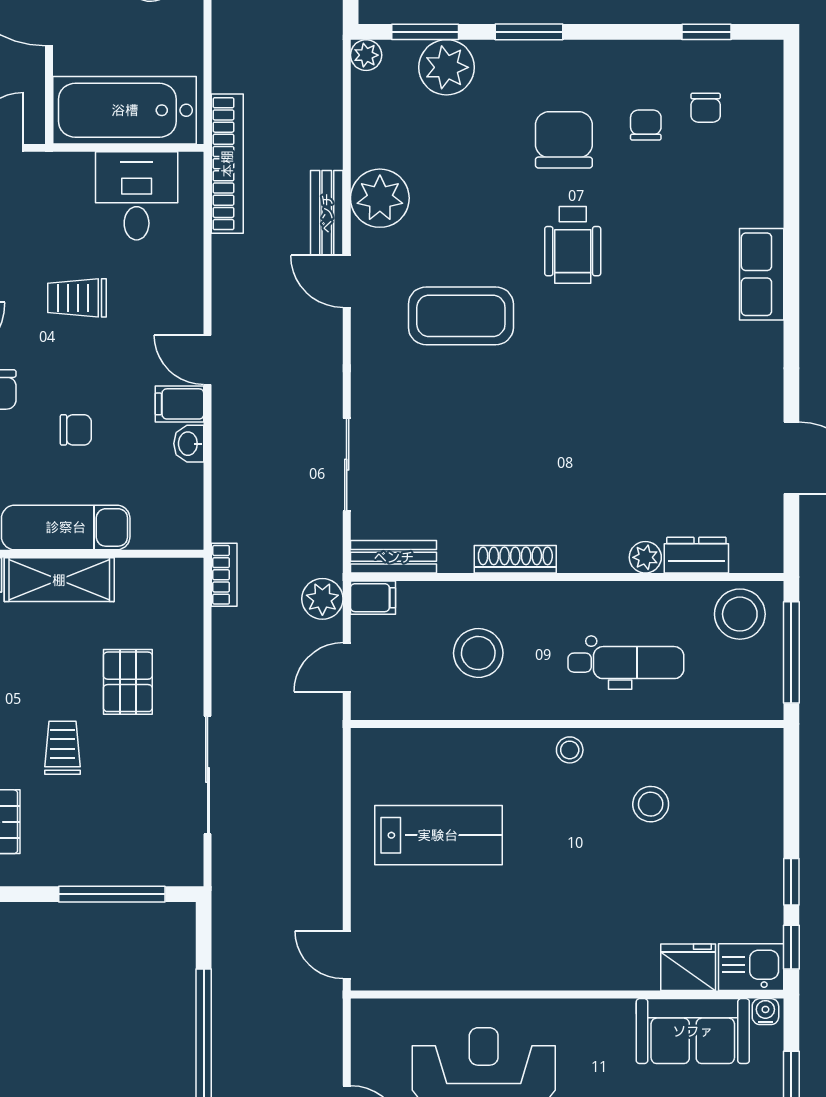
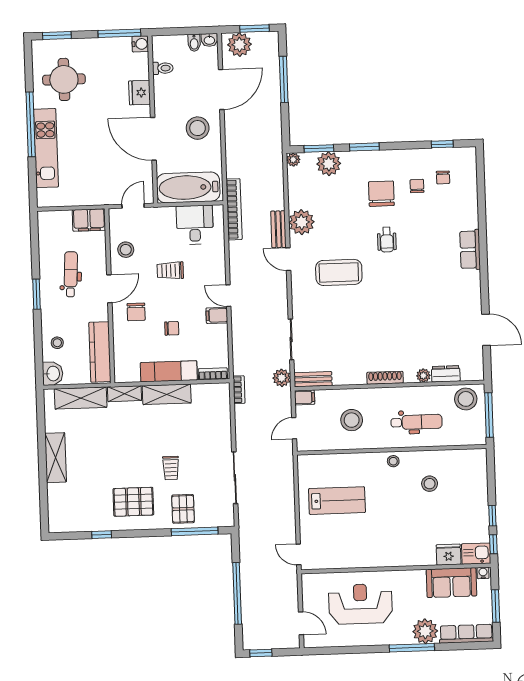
wheelchair: (573, 245) -> (387, 240), width x0.73, depth x0.73
washbasin: (189, 444) -> (221, 333), removed
bookcase: (166, 537) -> (213, 374), added
shoe rack: (515, 559) -> (385, 378), moved
plant: (322, 599) -> (282, 378), moved
pallet: (128, 682) -> (183, 509), moved
trolley: (63, 748) -> (171, 468), turned 180

